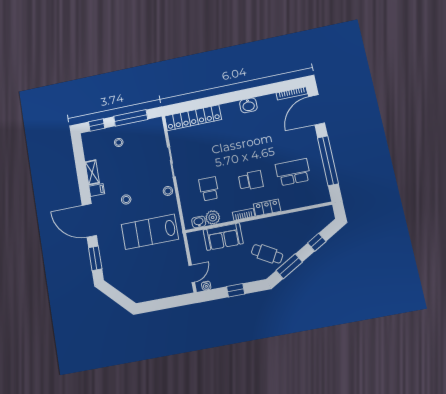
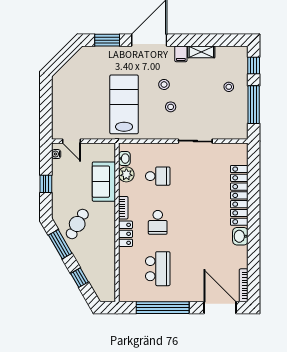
locker: (193, 118) -> (239, 195), moved
stool: (168, 191) -> (171, 107), moved

